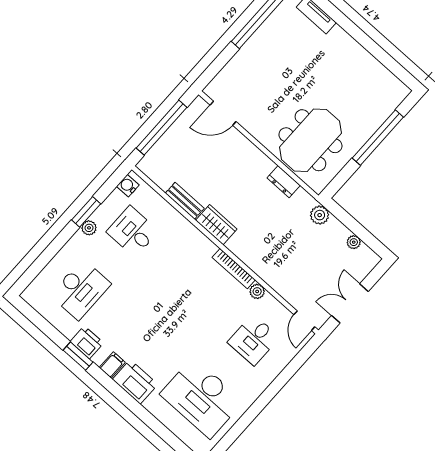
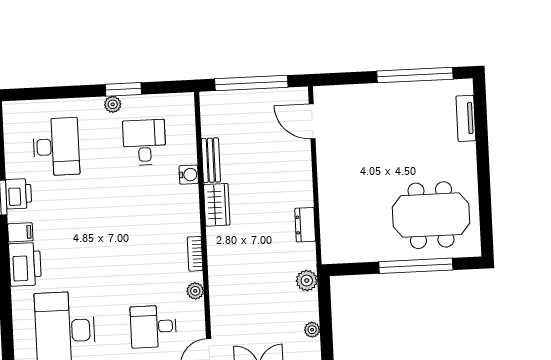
meeting table: (310, 140) -> (431, 215), moved
water cooler: (128, 186) -> (189, 175), moved, turned 90
bookcase: (234, 269) -> (195, 254), width x0.64
desk: (81, 290) -> (56, 147), turned -90

